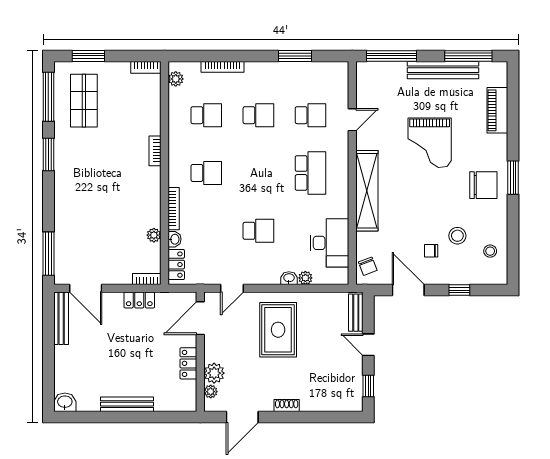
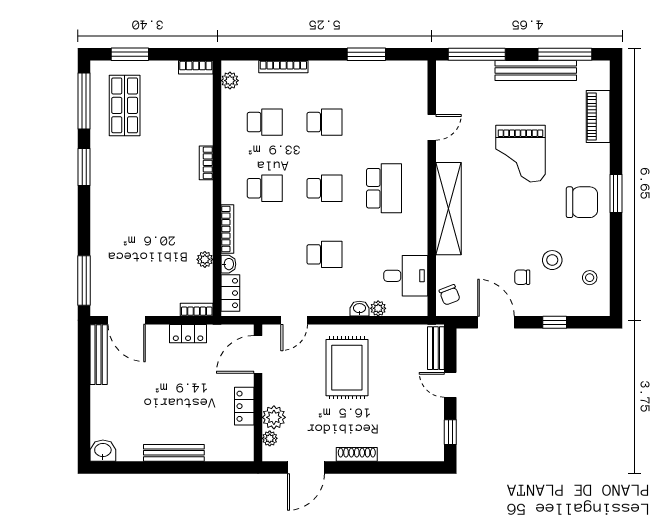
school desk: (311, 115) -> (324, 188), moved
desk: (329, 243) -> (406, 276), width x0.73
shoe rack: (287, 405) -> (357, 454), width x1.43

